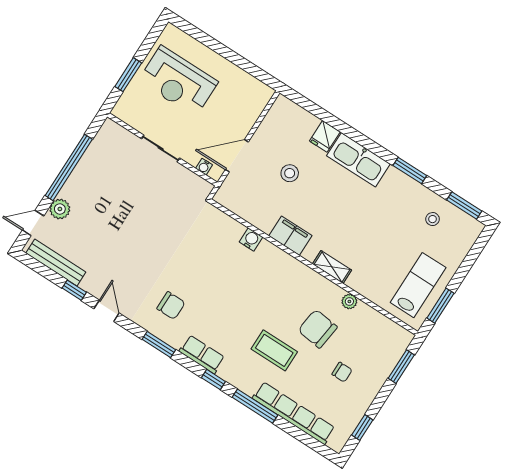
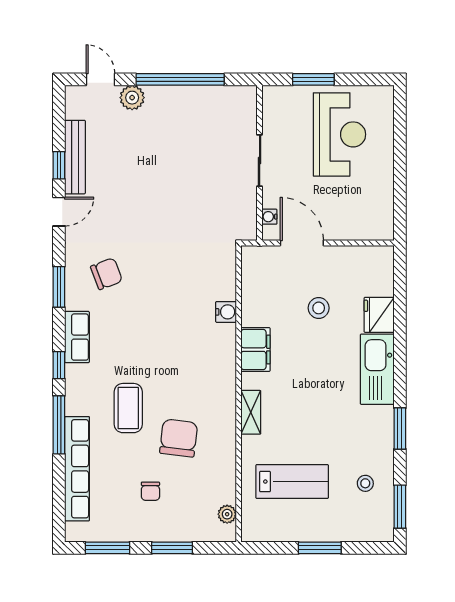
reception desk: (178, 81) -> (339, 134), turned 180
fridge: (325, 136) -> (379, 315), width x1.38
bench: (56, 263) -> (75, 157), moved
lab bench: (418, 285) -> (292, 482), moved
plant: (349, 301) -> (227, 514), moved
chair: (171, 306) -> (106, 274), turned -111
window: (440, 306) -> (320, 548), moved
window: (401, 367) -> (172, 548), moved
window: (362, 427) -> (107, 548), width x1.50

